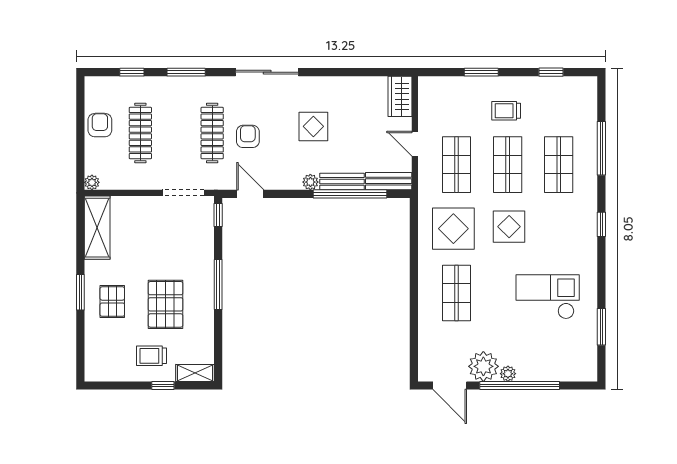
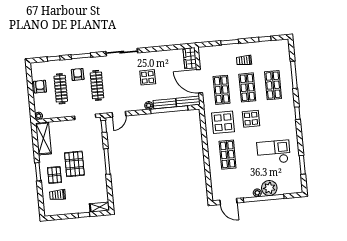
armchair: (248, 136) -> (78, 74), moved
door: (415, 144) -> (200, 81), width x1.88
door: (250, 194) -> (119, 114), swing flipped
pallet: (166, 304) -> (74, 164), moved
trolley: (151, 356) -> (58, 195), moved
plant: (483, 366) -> (269, 188), moved

